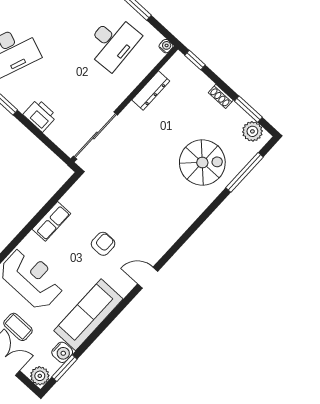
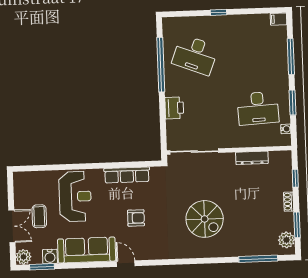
water cooler: (166, 46) -> (286, 129), moved
window: (195, 60) -> (295, 178), moved
spiral stairs: (202, 162) -> (205, 219), moved
row of seats: (51, 221) -> (127, 175), width x1.48
door: (148, 278) -> (126, 264), moved

